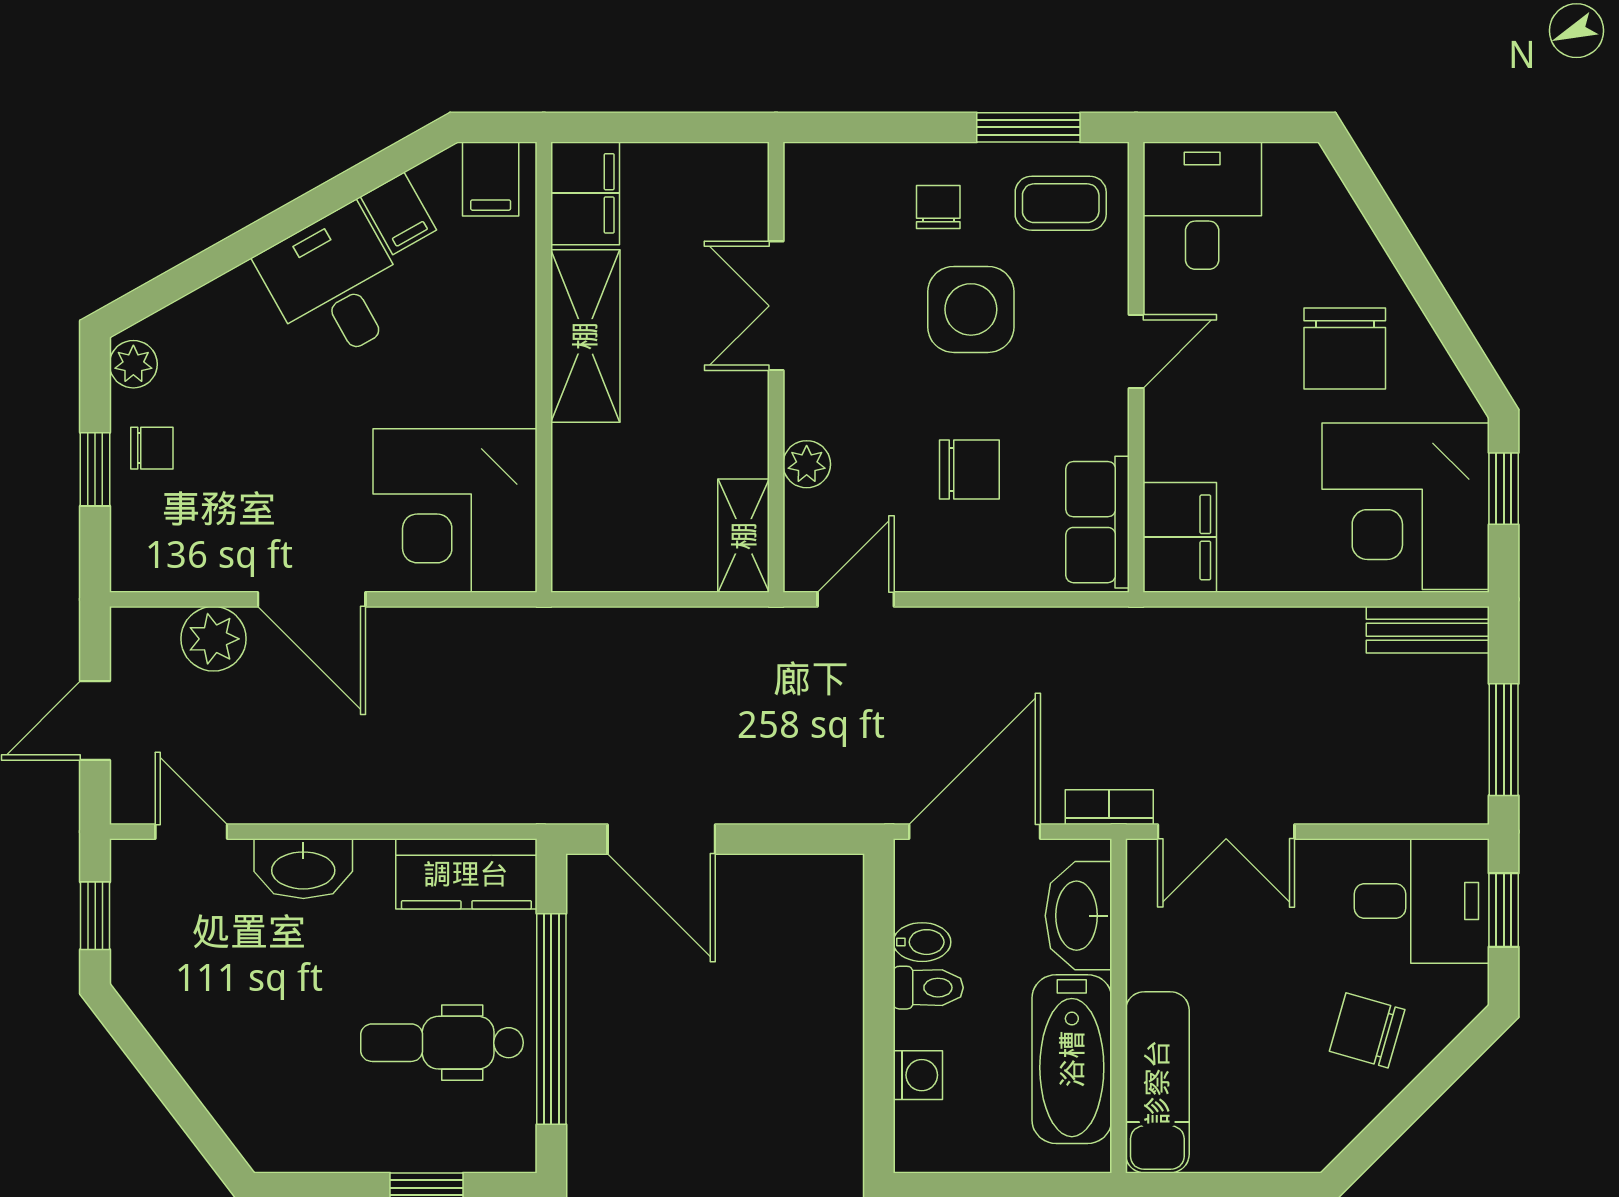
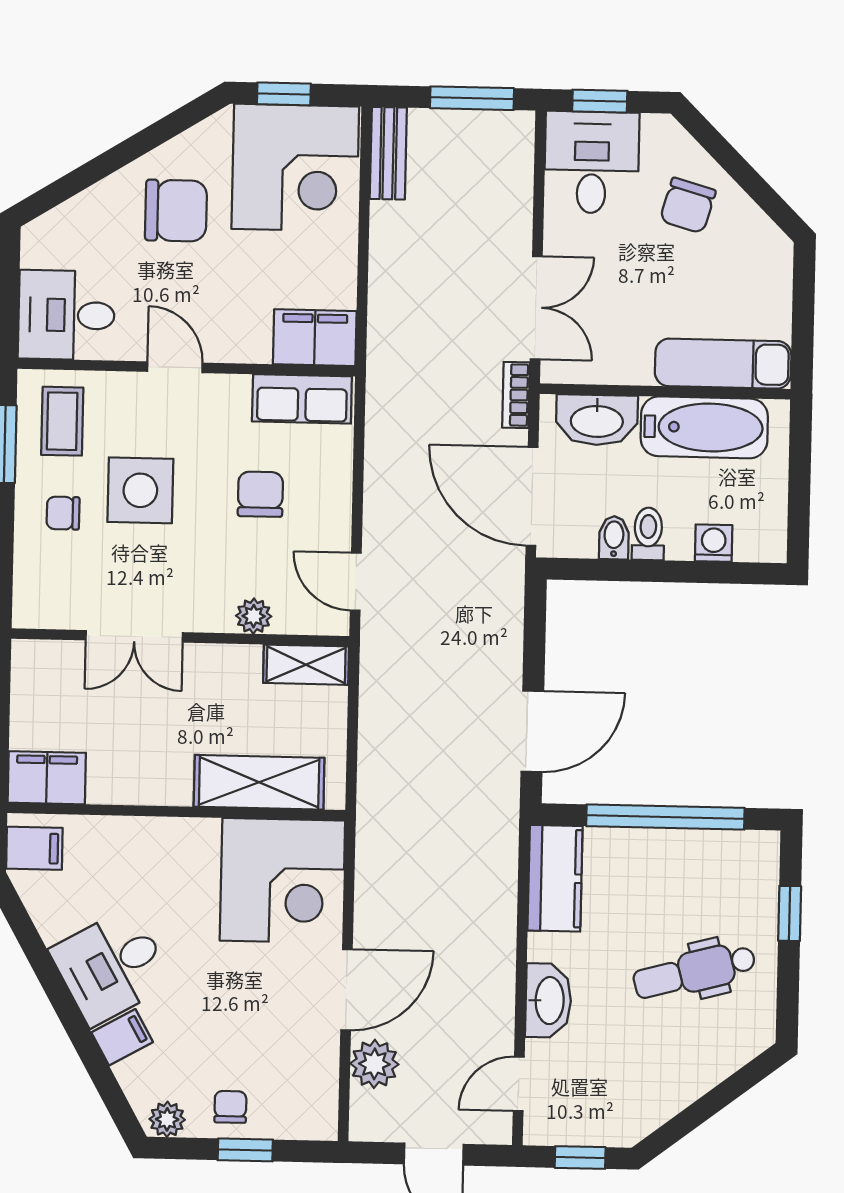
filing cabinet: (398, 213) -> (122, 1037), moved
shelving: (585, 336) -> (259, 782), moved
dental chair: (442, 1043) -> (694, 971), moved, turned 75

